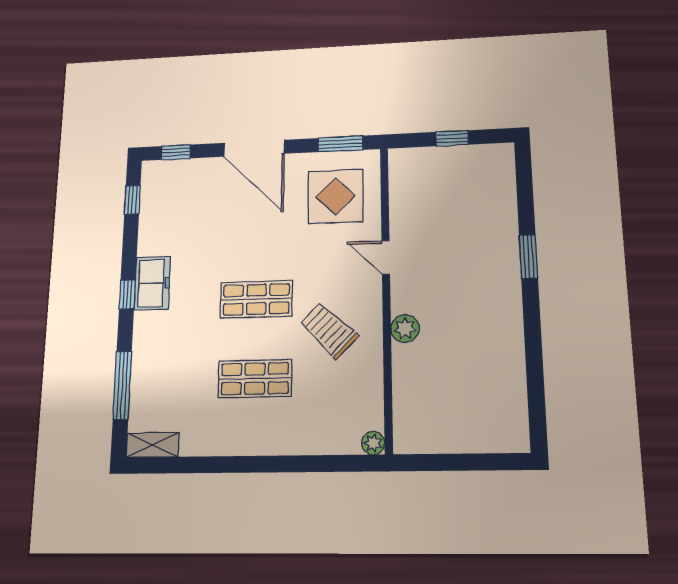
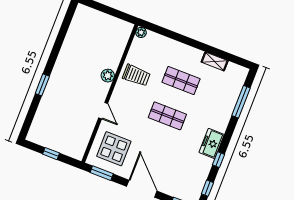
window: (127, 294) -> (219, 160), moved
trolley: (329, 330) -> (136, 75), moved, turned -44
shelving: (153, 445) -> (215, 61), moved

